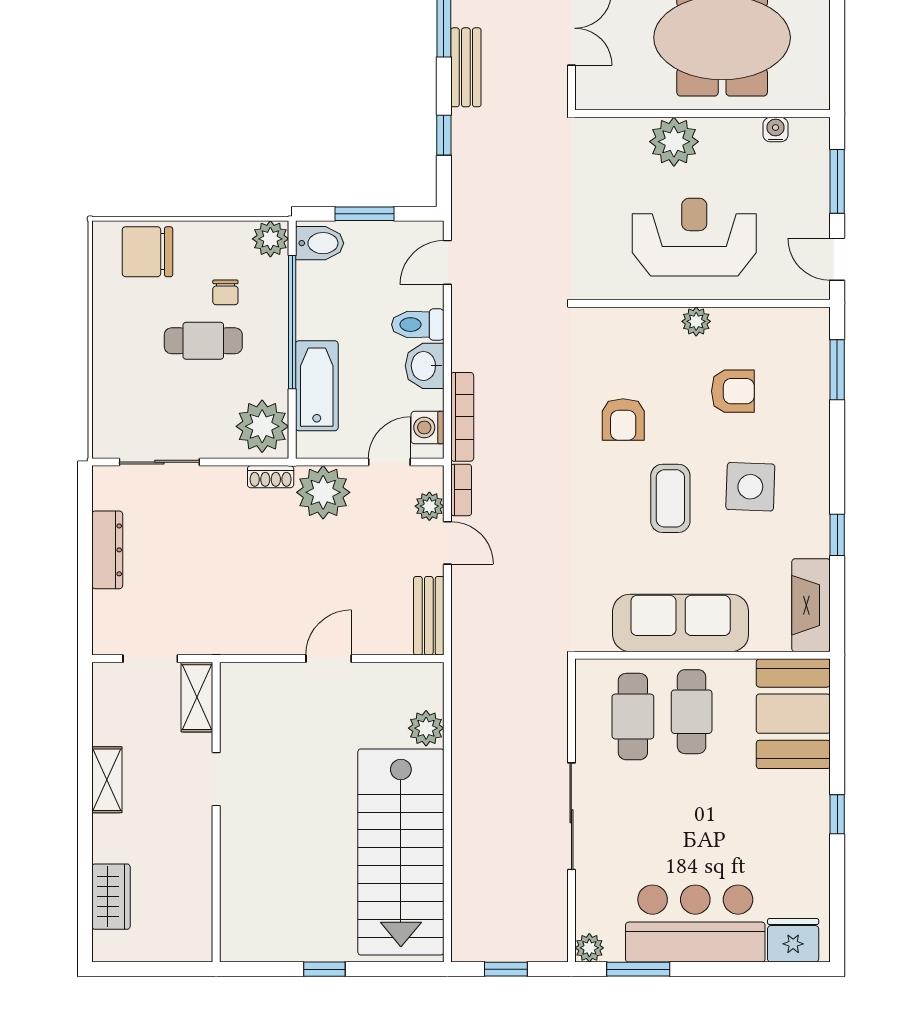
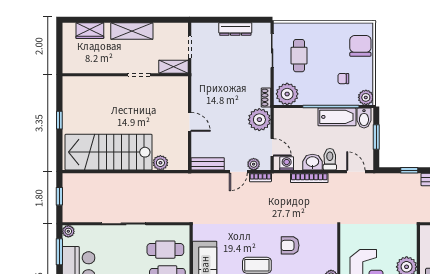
cafe table: (203, 341) -> (299, 56), moved
bathtub: (317, 386) -> (337, 117), moved
bookcase: (462, 417) -> (309, 178), moved
shelving: (107, 780) -> (132, 31), width x1.50, depth x1.33

